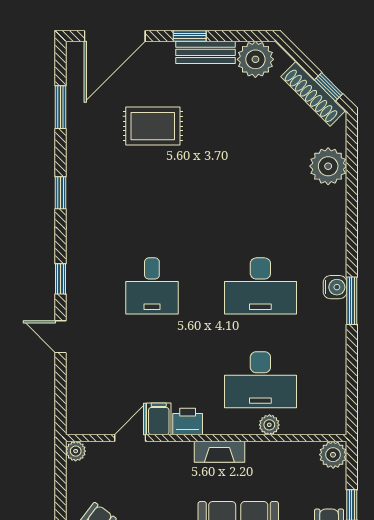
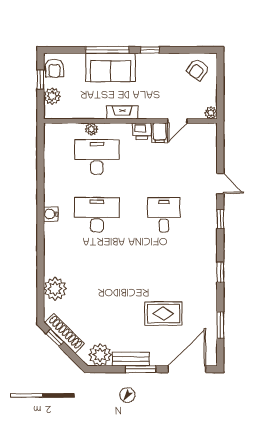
window: (190, 36) -> (141, 369), width x1.50
window: (352, 301) -> (40, 206), removed
plant: (333, 455) -> (52, 96), moved

